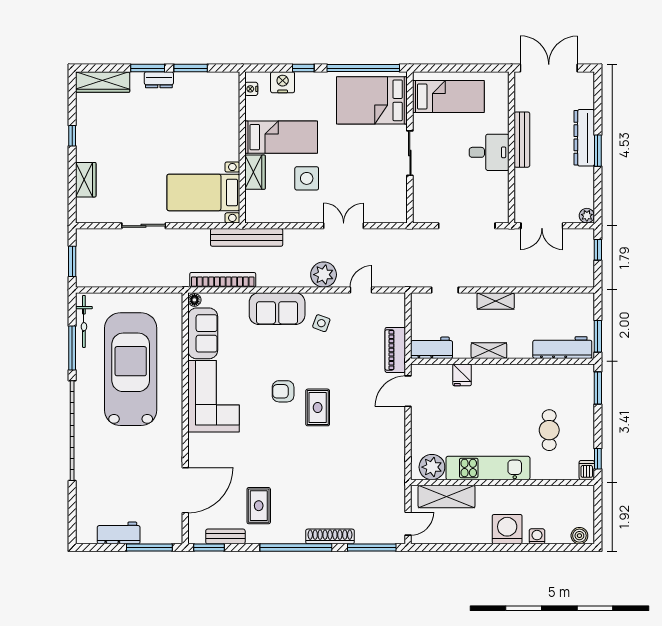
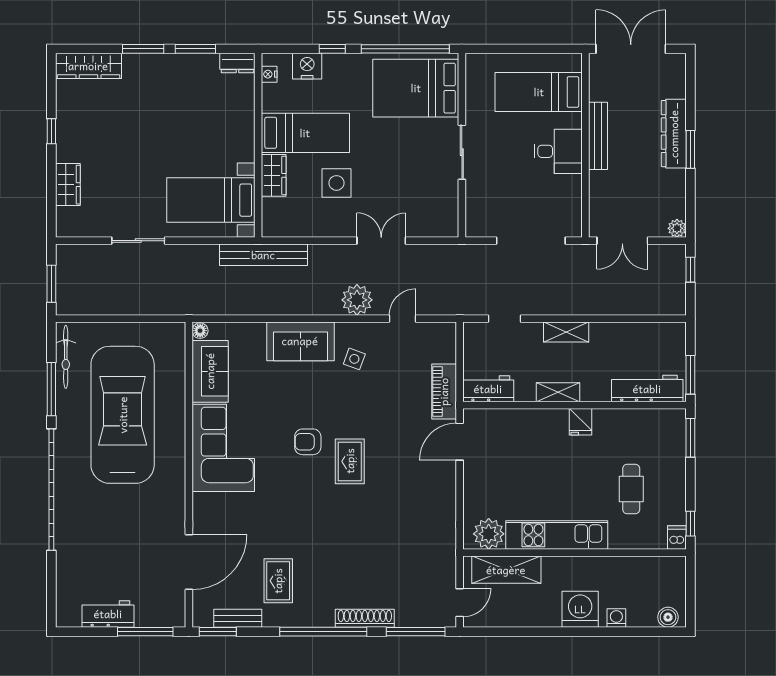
dresser: (159, 80) -> (237, 63), moved
bed: (448, 97) -> (539, 92), moved, turned 180
bookcase: (223, 280) -> (234, 306), removed
fridge: (462, 375) -> (581, 422), moved

